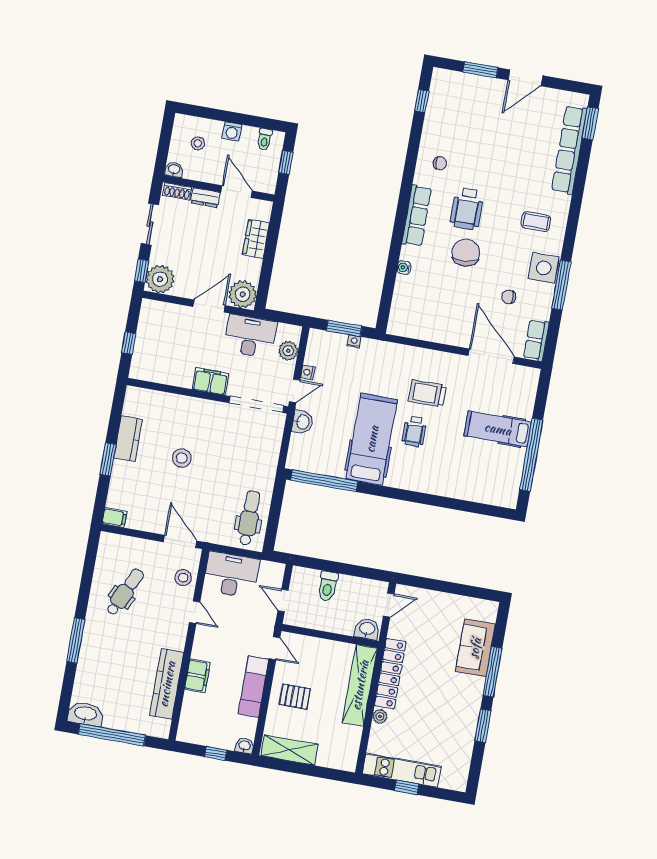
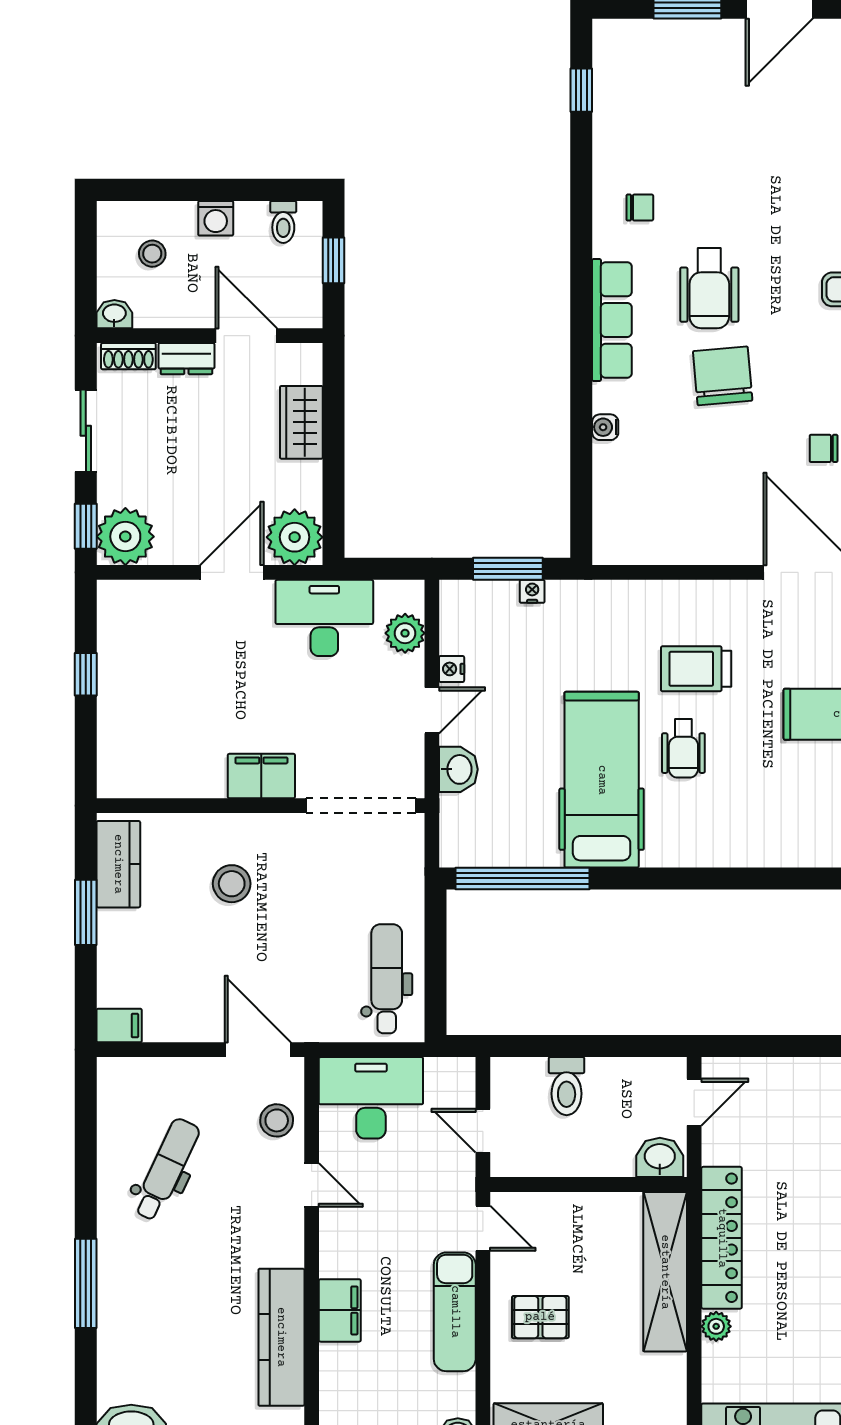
filing cabinet: (210, 381) -> (261, 776), moved
wall: (207, 396) -> (261, 806), moved
doorway: (256, 404) -> (361, 806), moved

